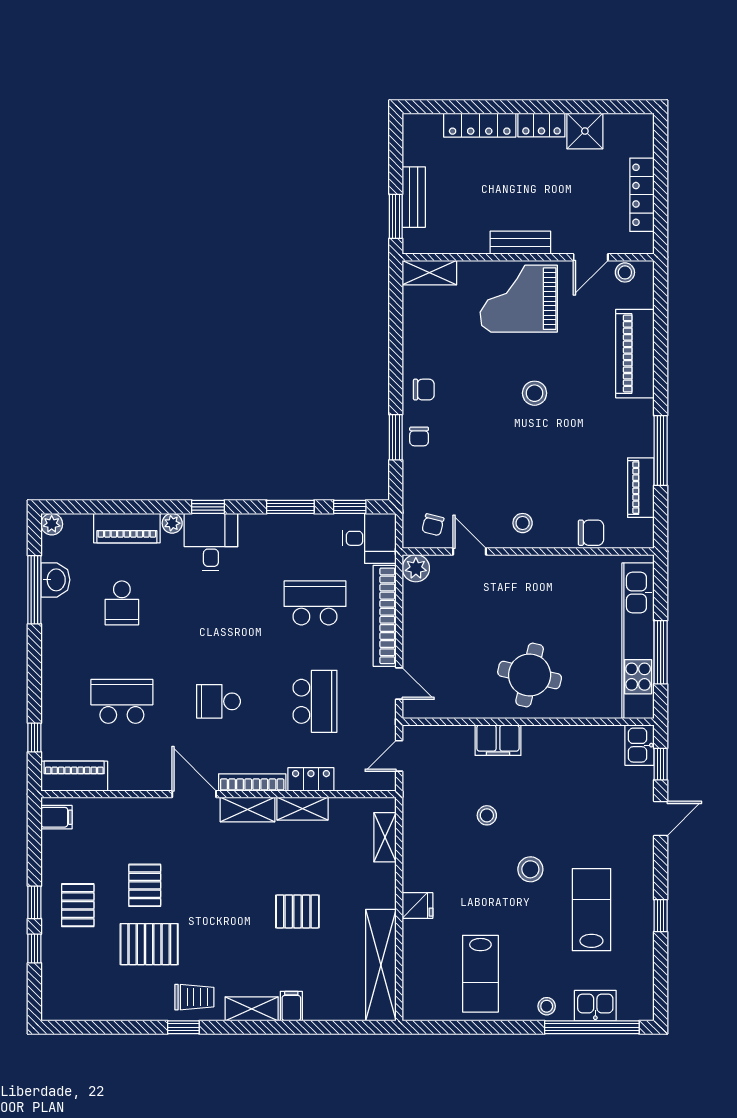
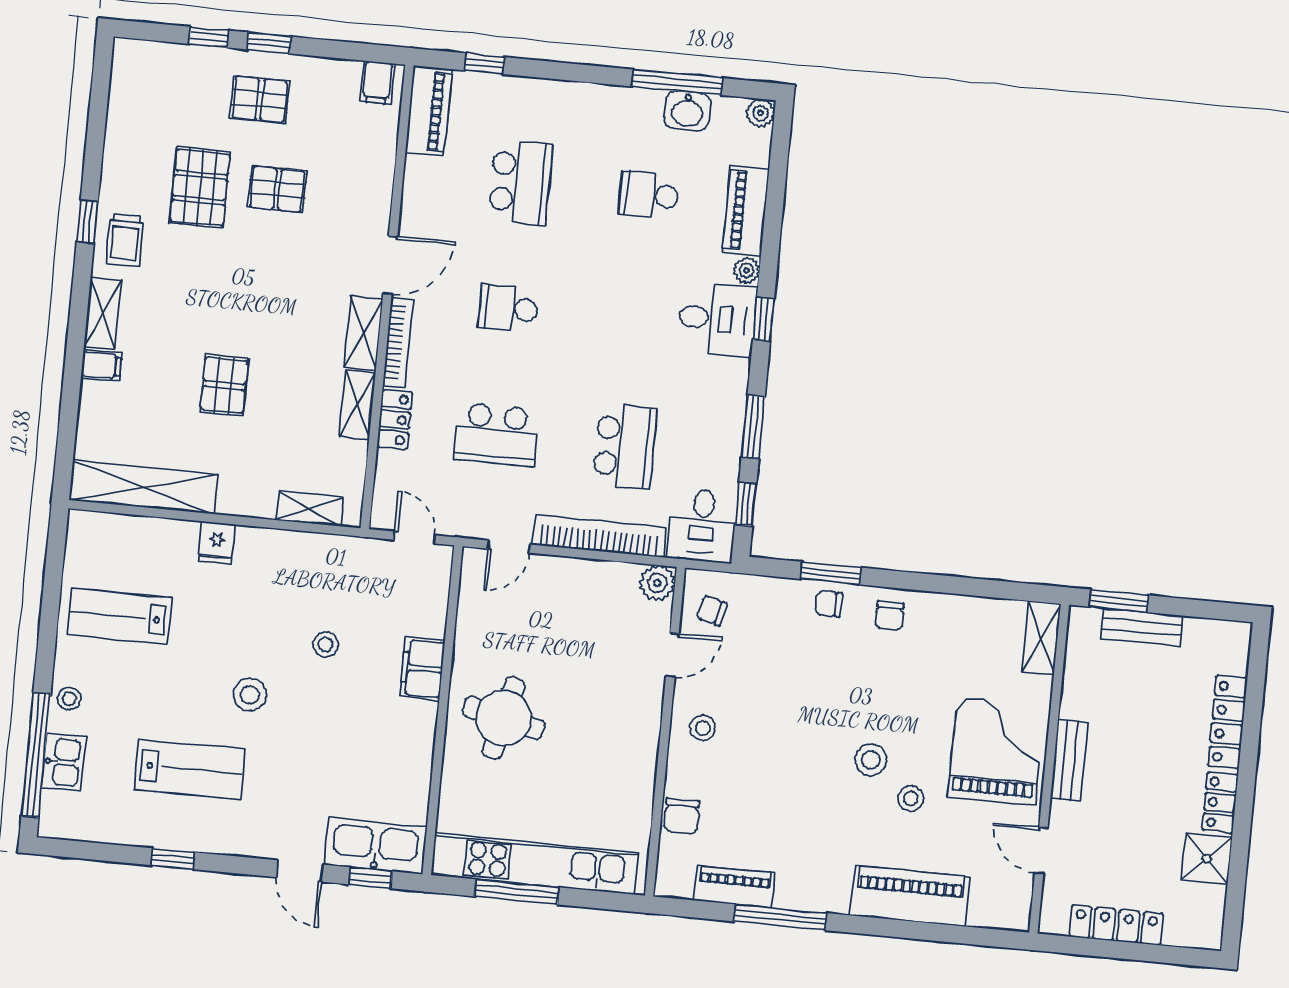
stool: (625, 272) -> (911, 799), moved
school desk: (218, 701) -> (508, 308), turned -90
kitchen sink: (640, 745) -> (376, 846), width x1.88, depth x1.24

